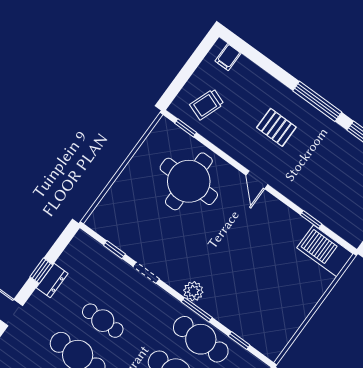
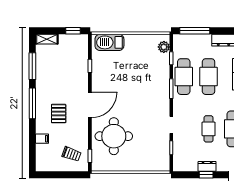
filing cabinet: (228, 57) -> (42, 139), moved
door: (257, 180) -> (90, 105), width x1.87
barbecue: (325, 251) -> (109, 42), moved, turned 90
plant: (193, 291) -> (164, 47), moved

